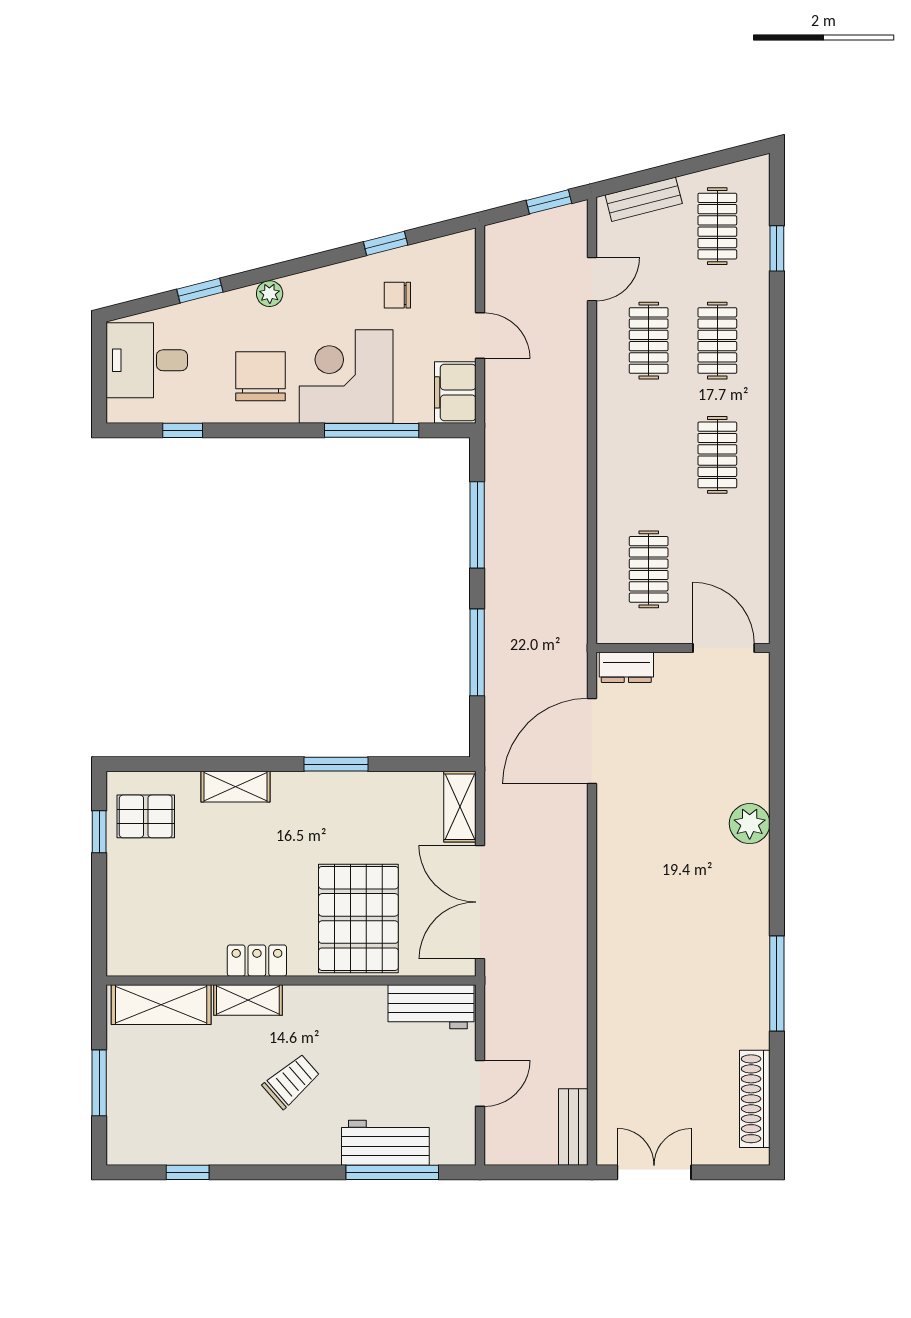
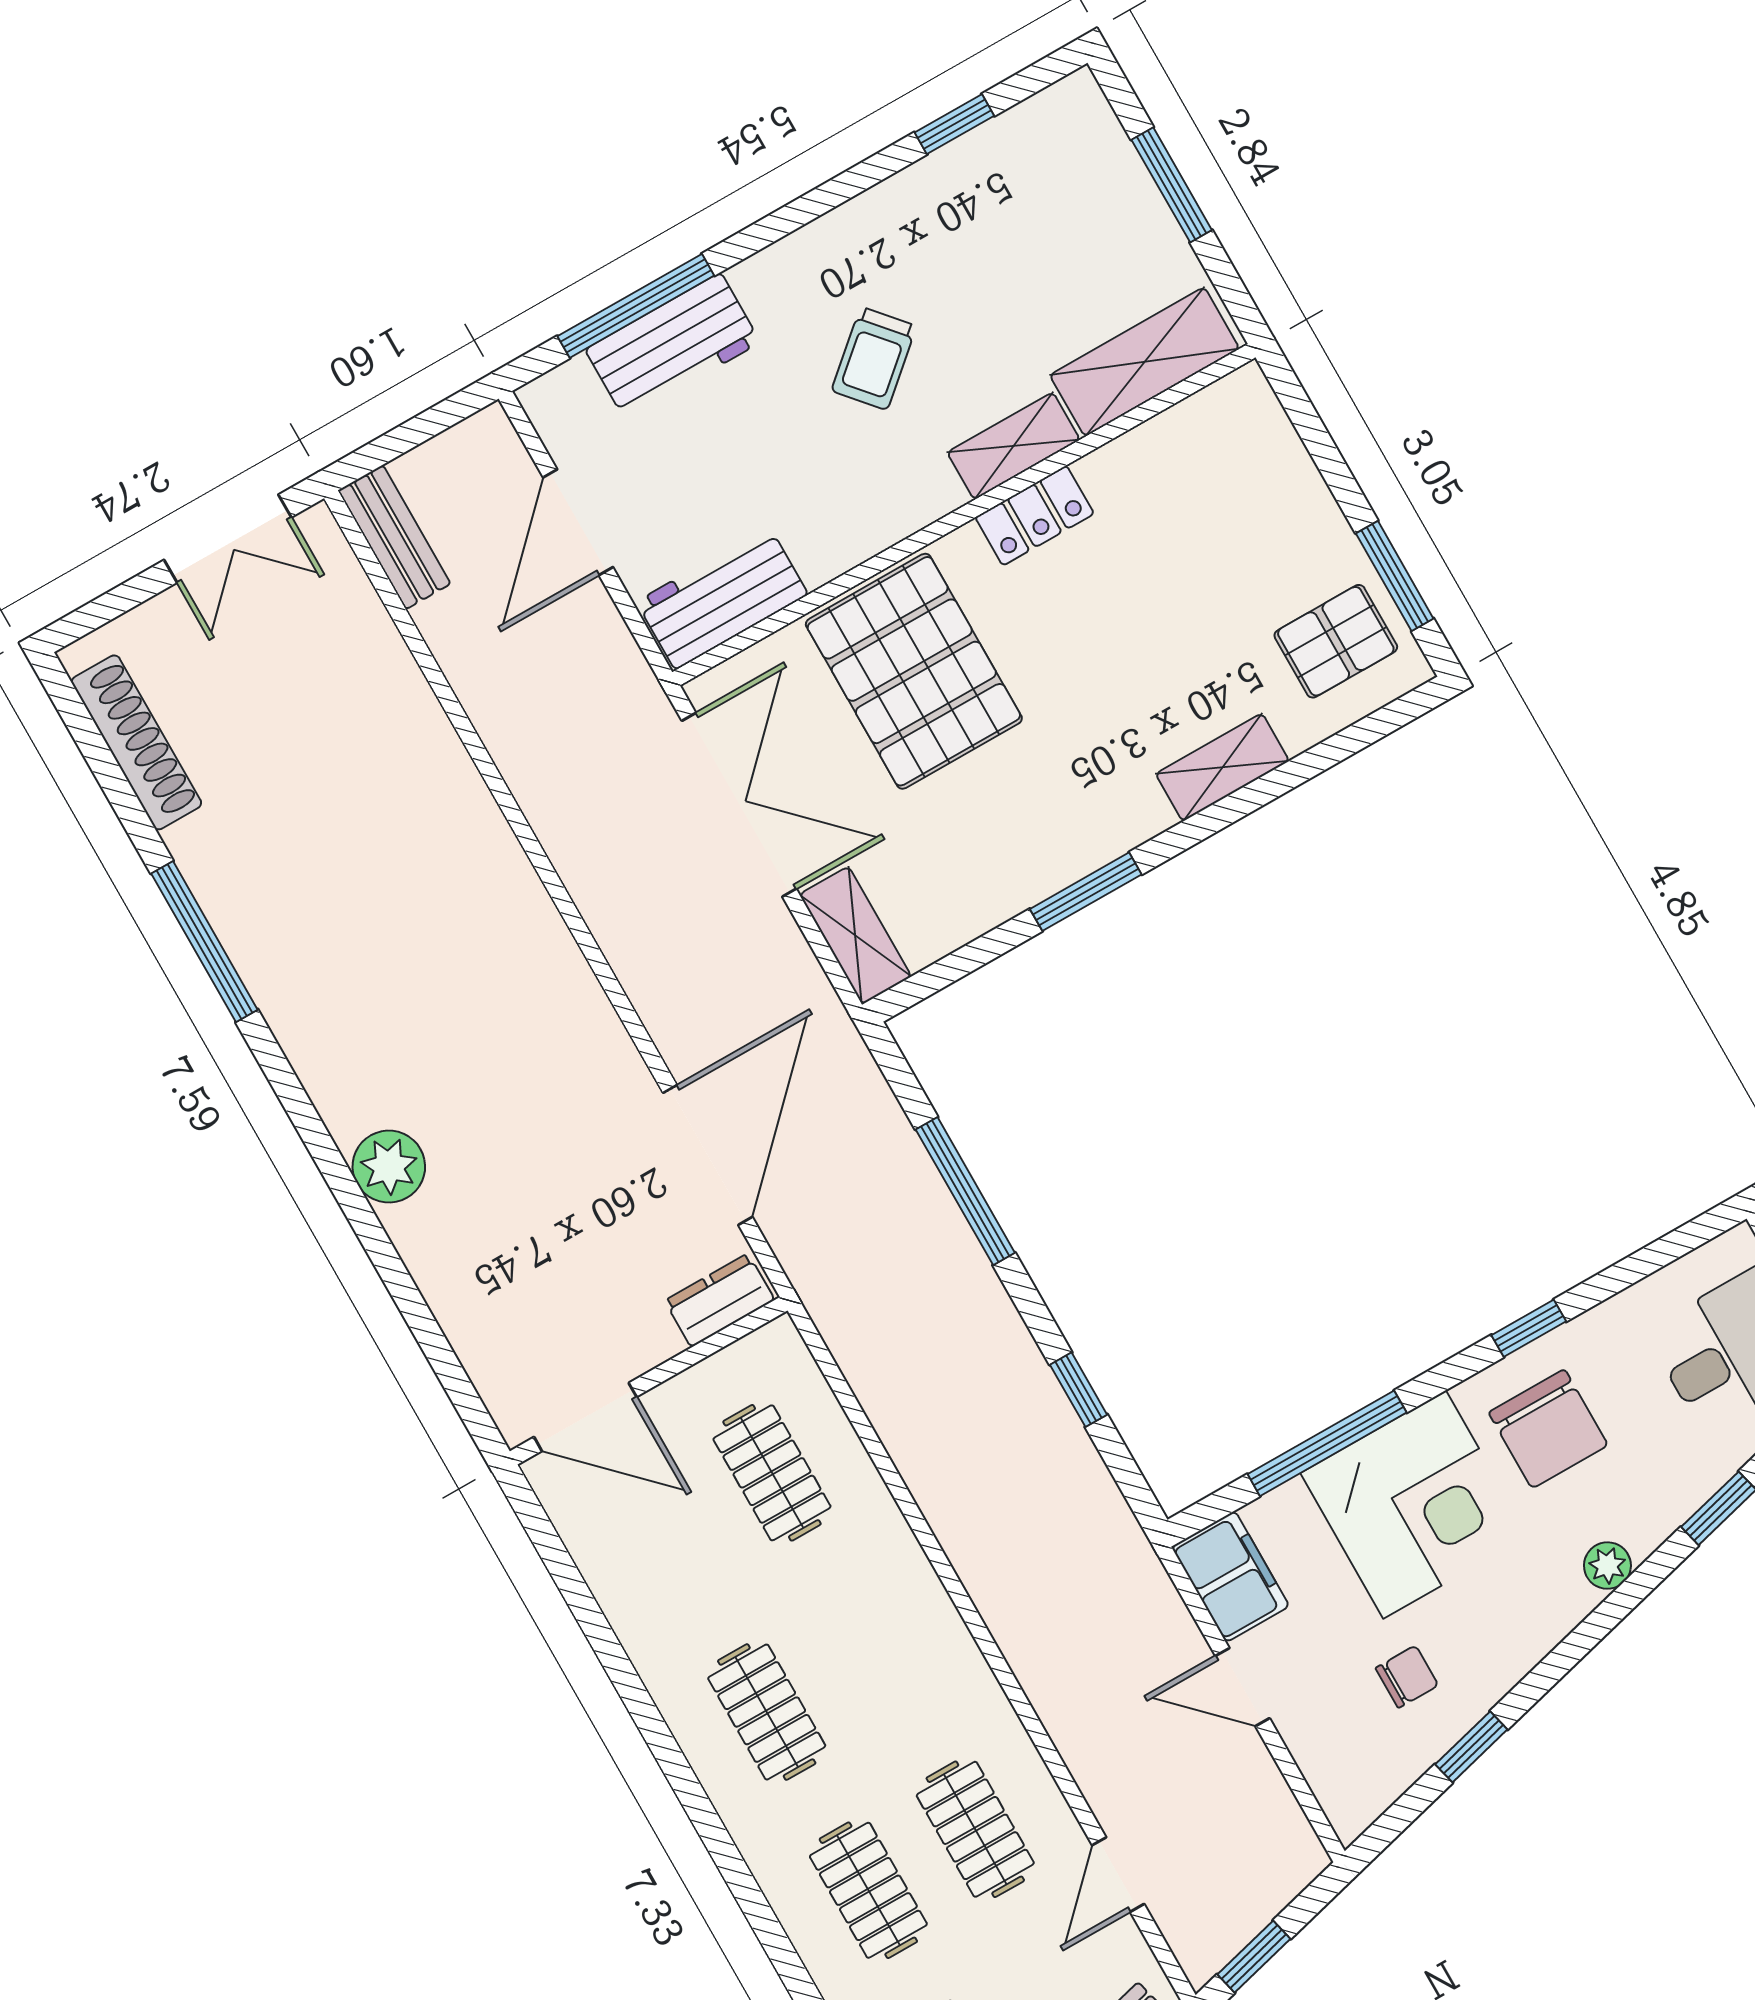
window: (183, 430) -> (1529, 1328), moved
window: (477, 525) -> (1079, 1390), width x0.46
window: (99, 832) -> (1395, 576), width x1.50
door: (480, 1083) -> (578, 522), width x1.38

